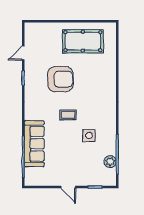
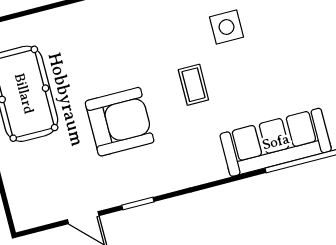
armchair: (60, 79) -> (120, 122), turned 90

